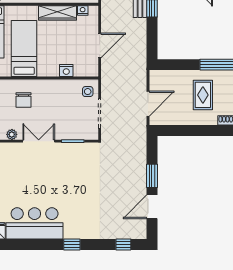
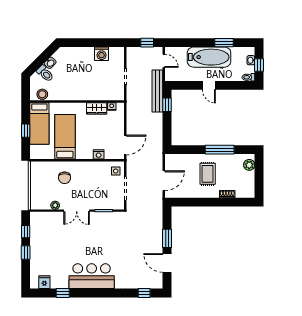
wardrobe: (58, 13) -> (97, 108), width x0.67
door: (100, 45) -> (125, 145), moved
double door: (39, 141) -> (77, 211), swing flipped
door: (152, 207) -> (167, 263), hinge flipped
bar counter: (35, 223) -> (92, 276), moved
window: (72, 244) -> (63, 293), moved

